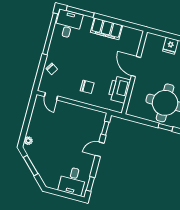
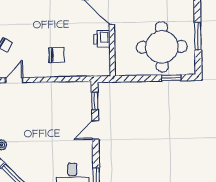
printer: (119, 89) -> (102, 39), width x0.53, depth x0.68
door: (51, 96) -> (14, 80), swing flipped

